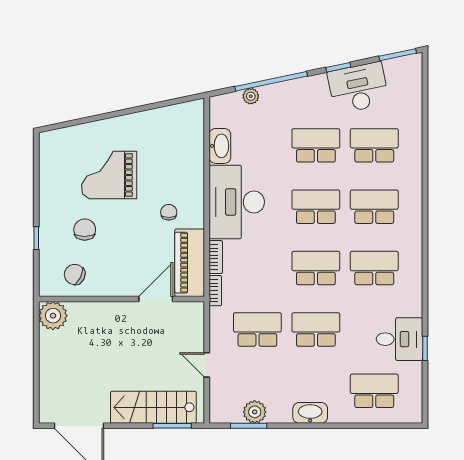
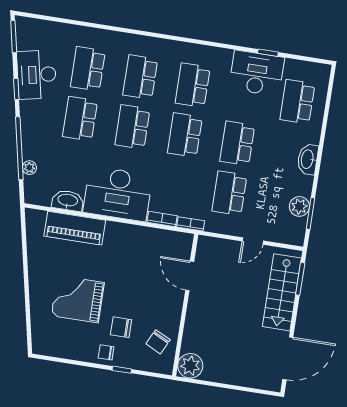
grand piano: (109, 175) -> (78, 299), turned 90
chair: (169, 212) -> (106, 352), moved
piano: (190, 263) -> (75, 228), moved
desk: (399, 339) -> (257, 73), width x1.37

